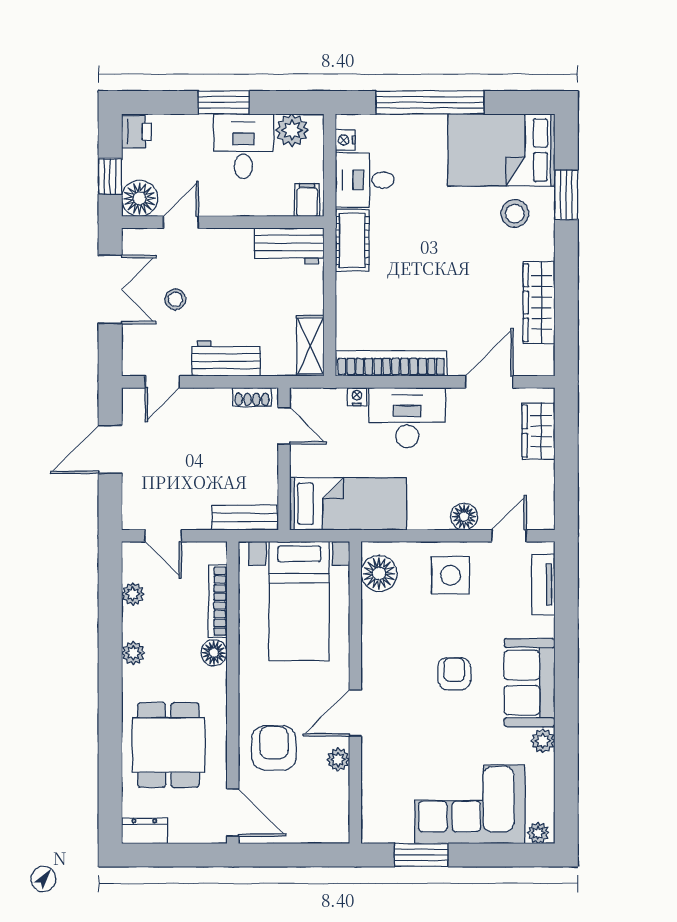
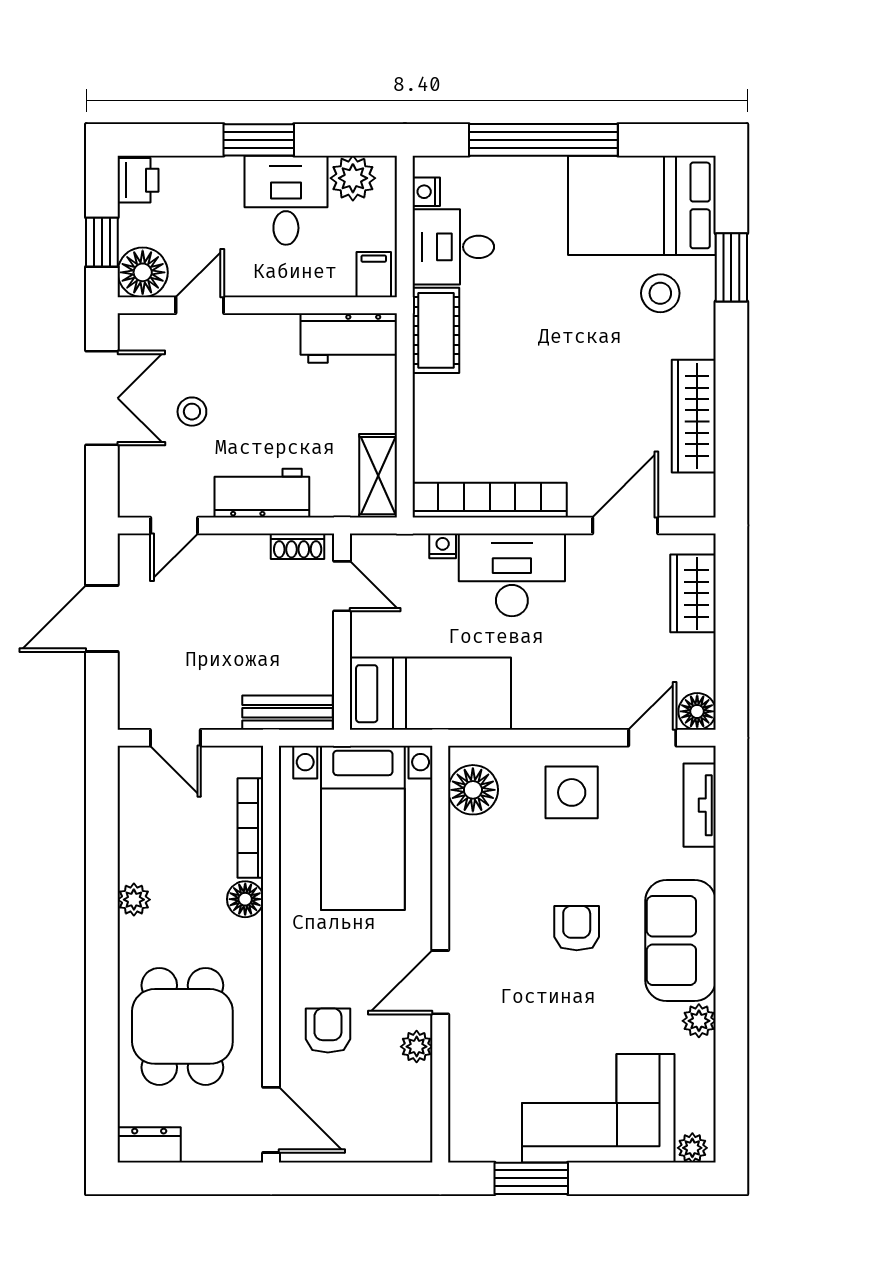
floor lamp: (464, 517) -> (697, 711), moved
plant: (133, 594) -> (133, 818), removed
armchair: (274, 748) -> (328, 1030), width x0.72, depth x0.72

